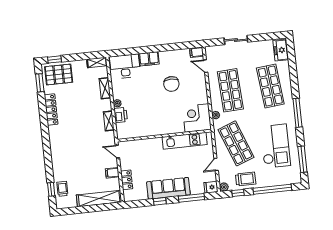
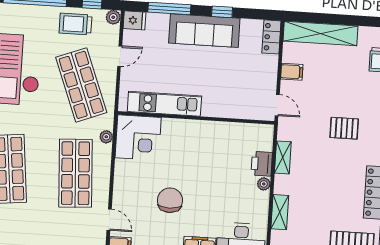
pallet: (75, 145) -> (344, 128), added
locker: (127, 180) -> (271, 37), moved

